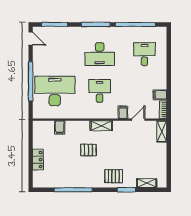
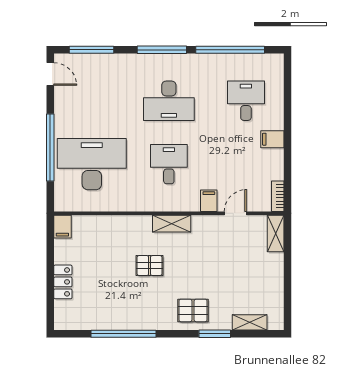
filing cabinet: (160, 95) -> (272, 139), moved
filing cabinet: (60, 127) -> (62, 227), moved

